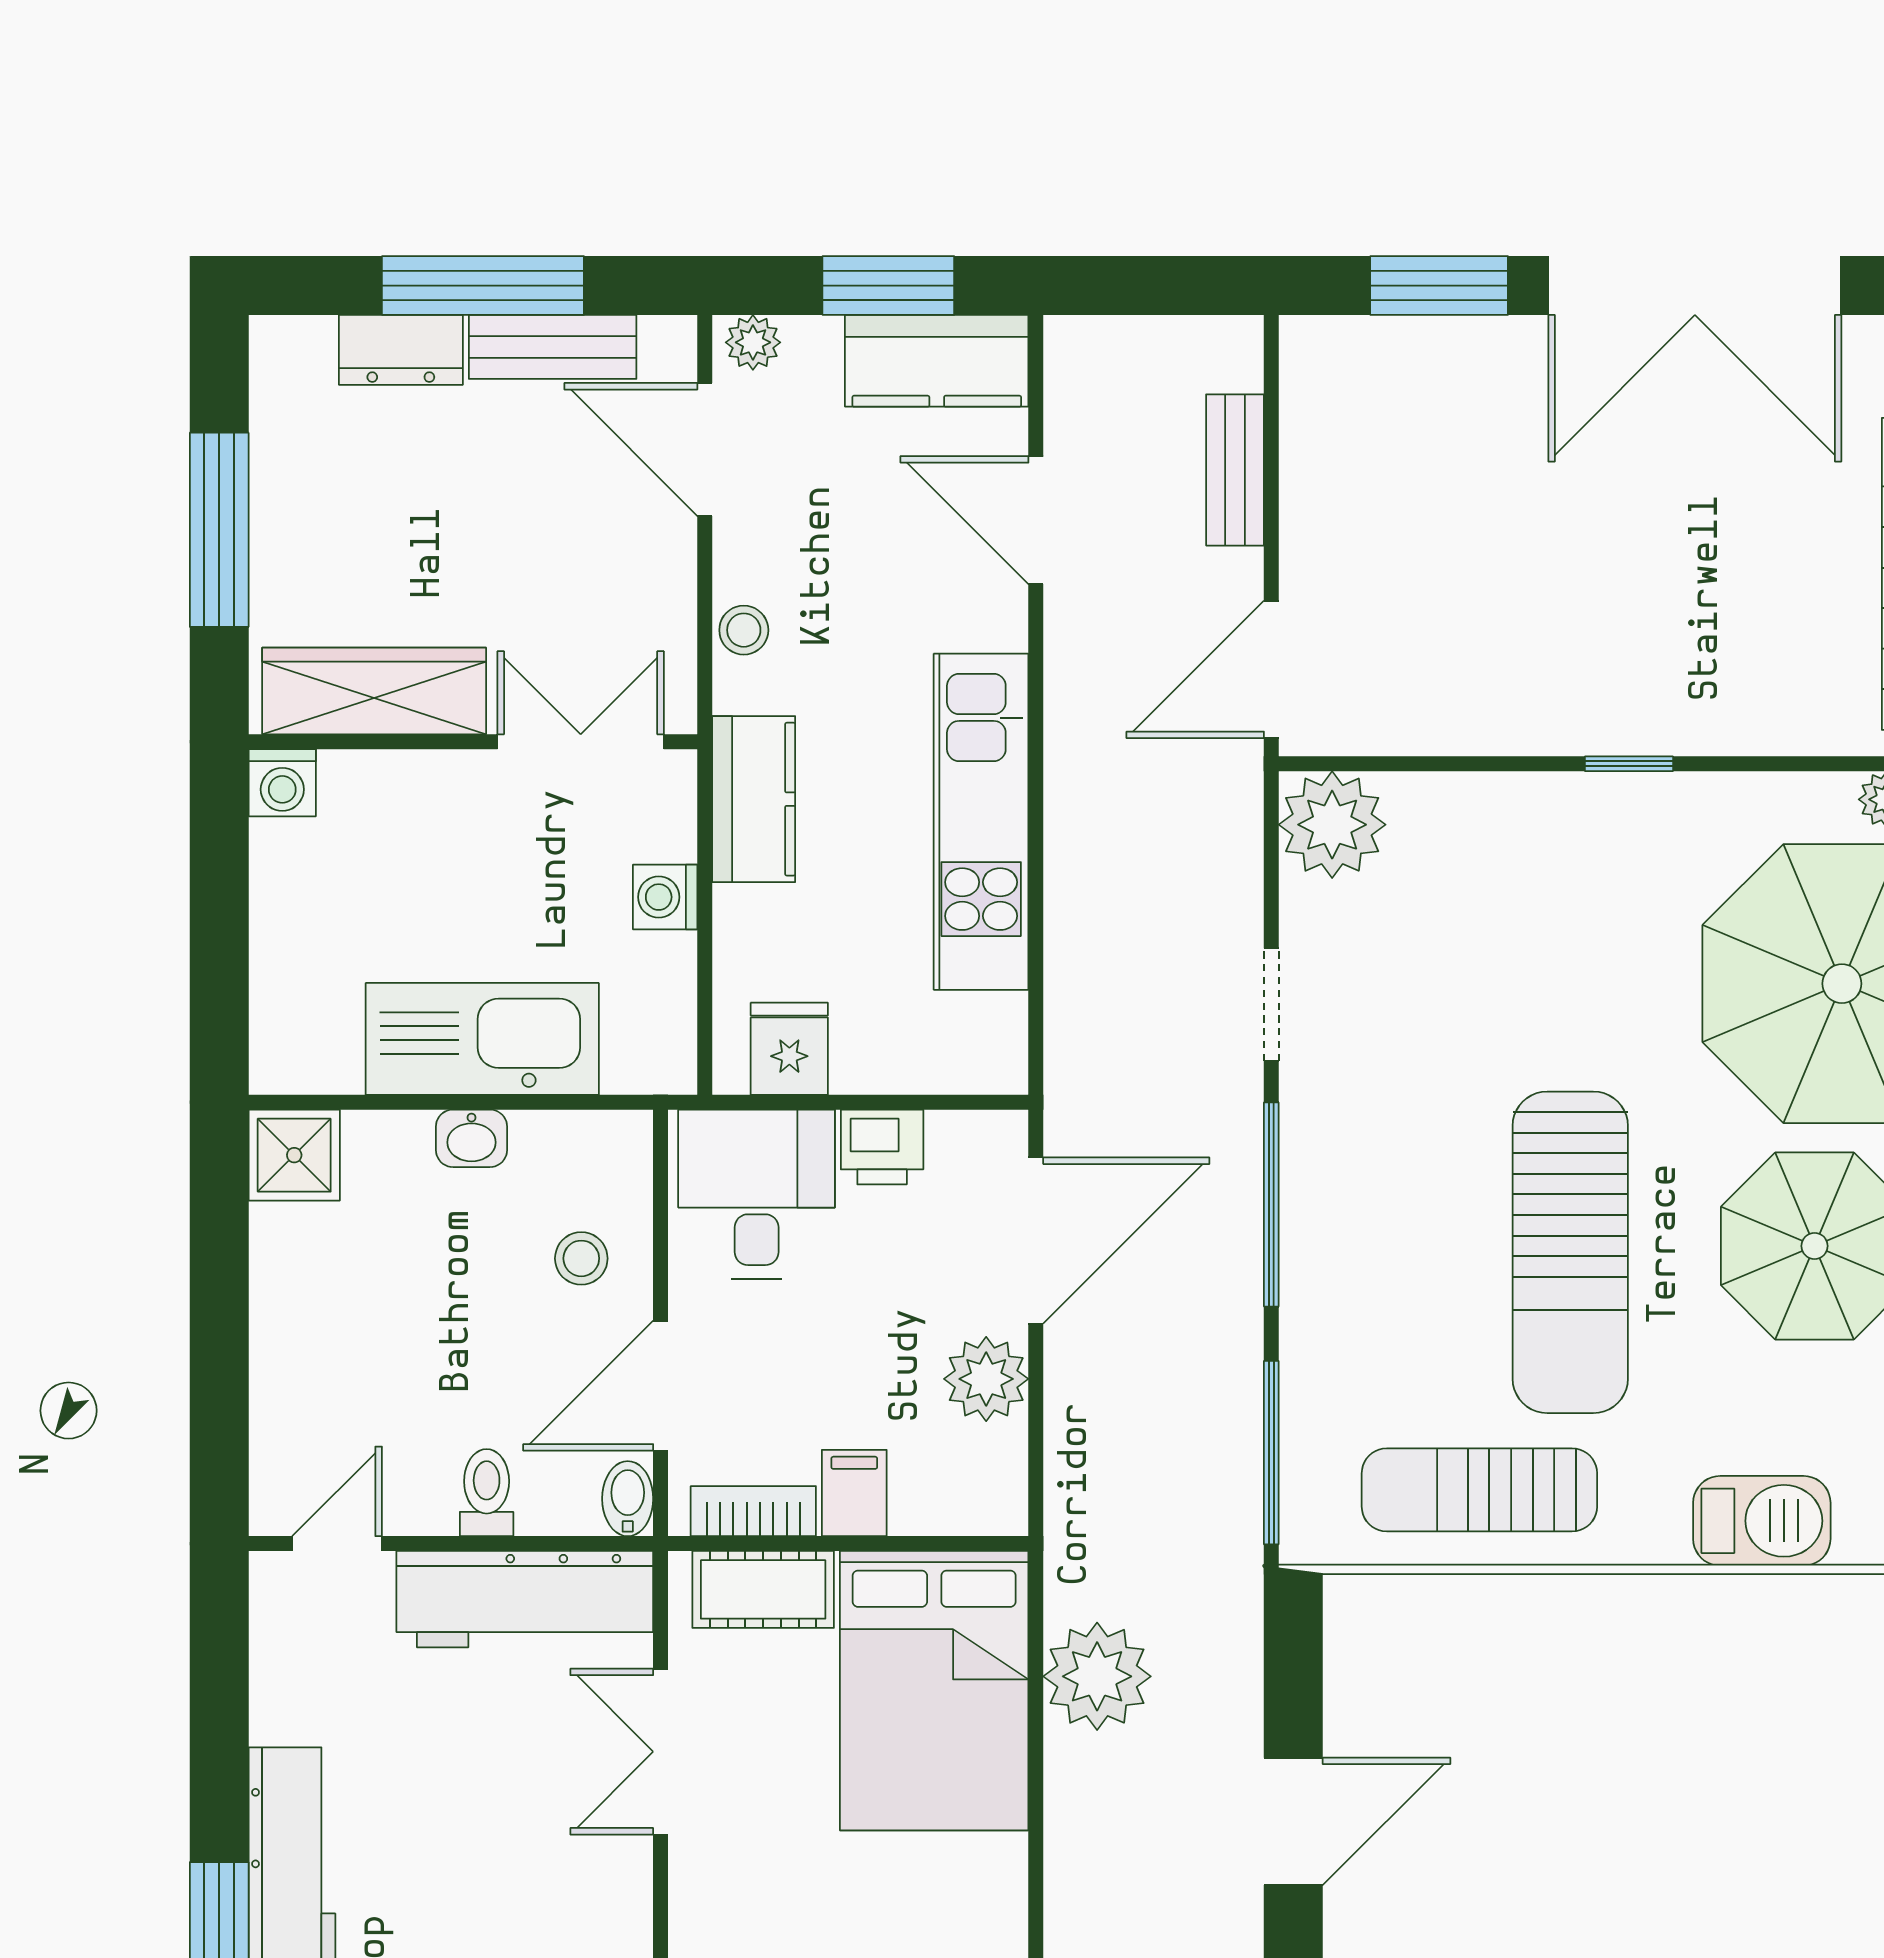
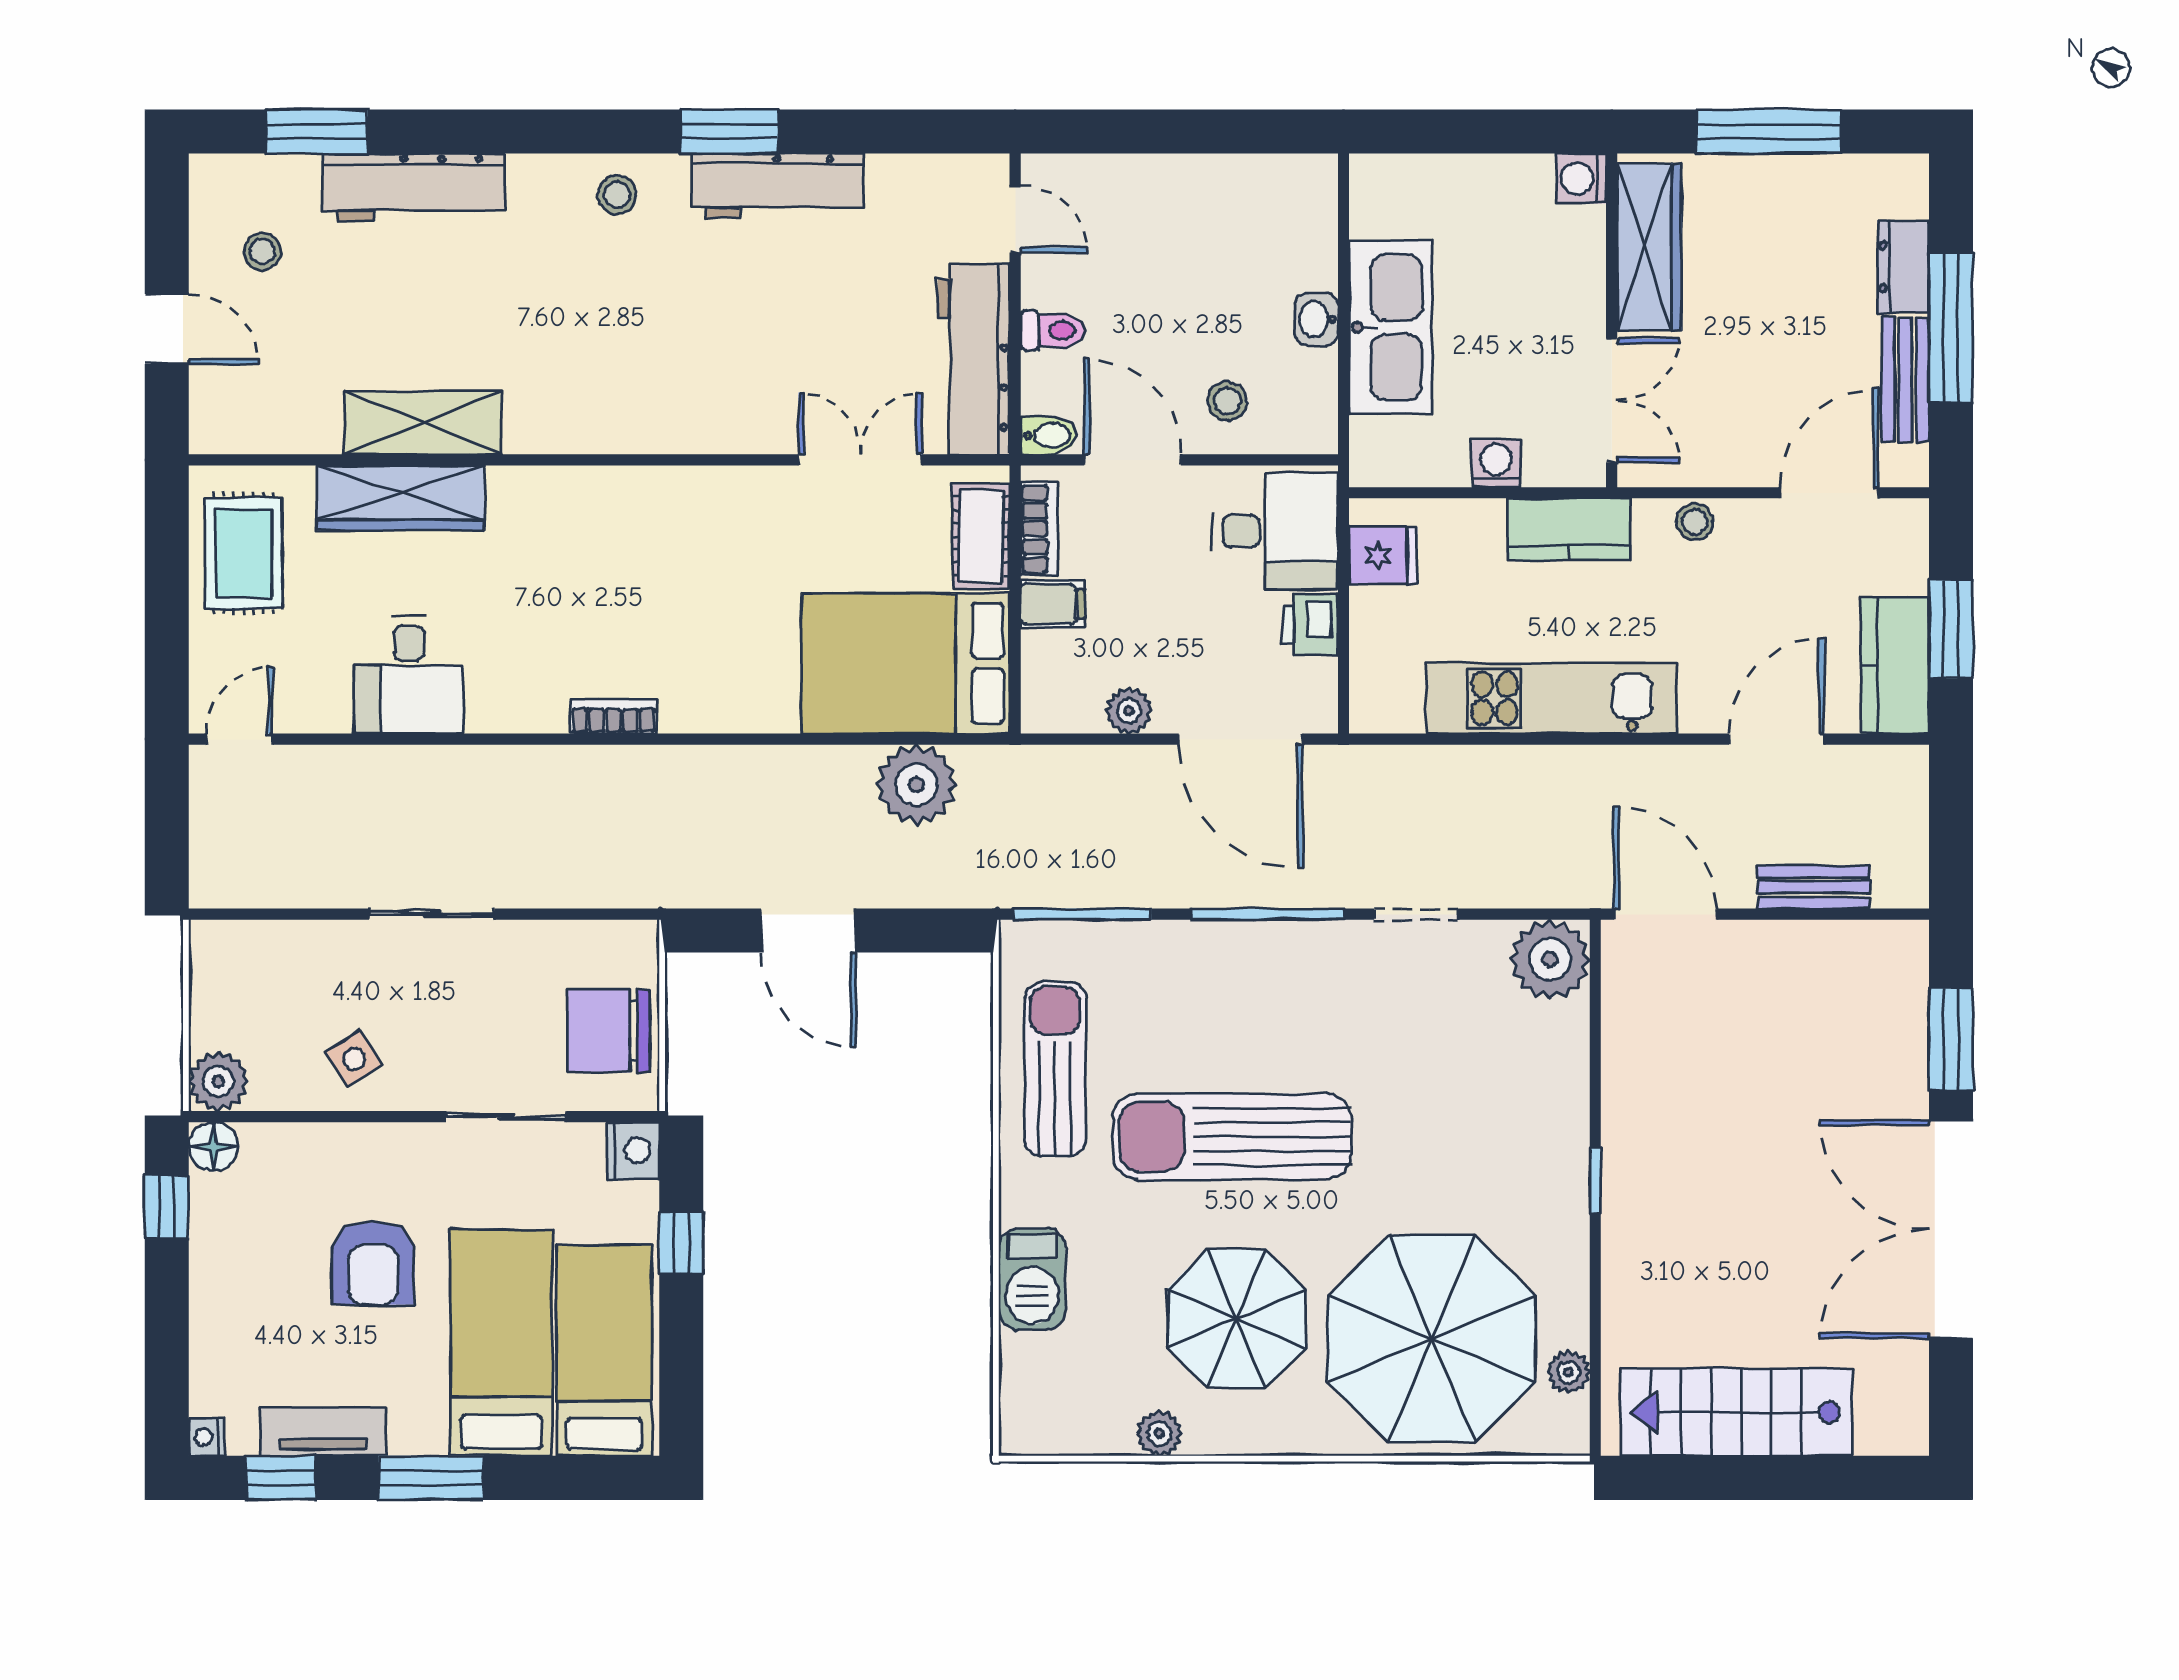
plant: (753, 342) -> (1909, 529), removed
shower: (294, 1155) -> (1304, 187), removed
plant: (986, 1379) -> (1129, 711), width x0.73, depth x0.73

